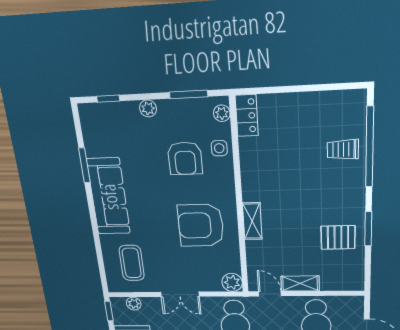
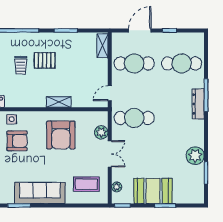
trolley: (343, 150) -> (21, 65), moved
pallet: (338, 237) -> (45, 60), moved, turned 90
plant: (232, 282) -> (101, 132), moved
shelving: (300, 283) -> (102, 46), moved

